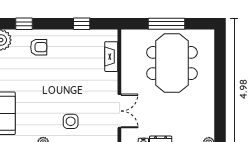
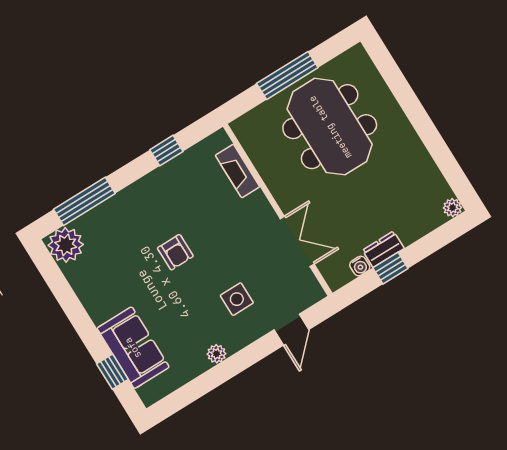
window: (24, 24) -> (84, 201), width x2.17
armchair: (39, 47) -> (175, 252), moved, turned 90

